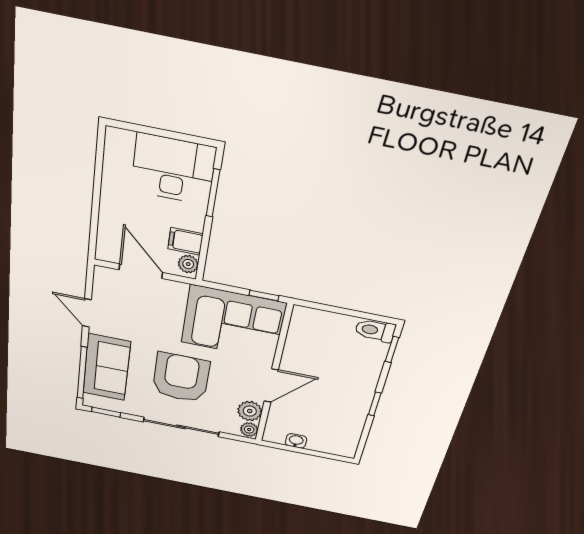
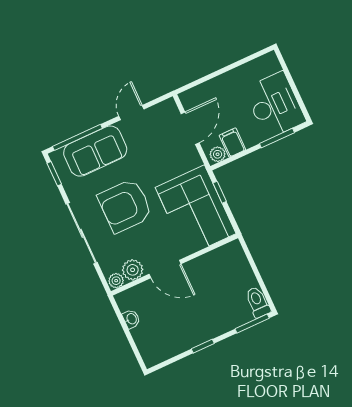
window: (264, 295) -> (220, 192), moved
window: (392, 349) -> (252, 323), width x1.50
armchair: (181, 378) -> (125, 206), turned 180

